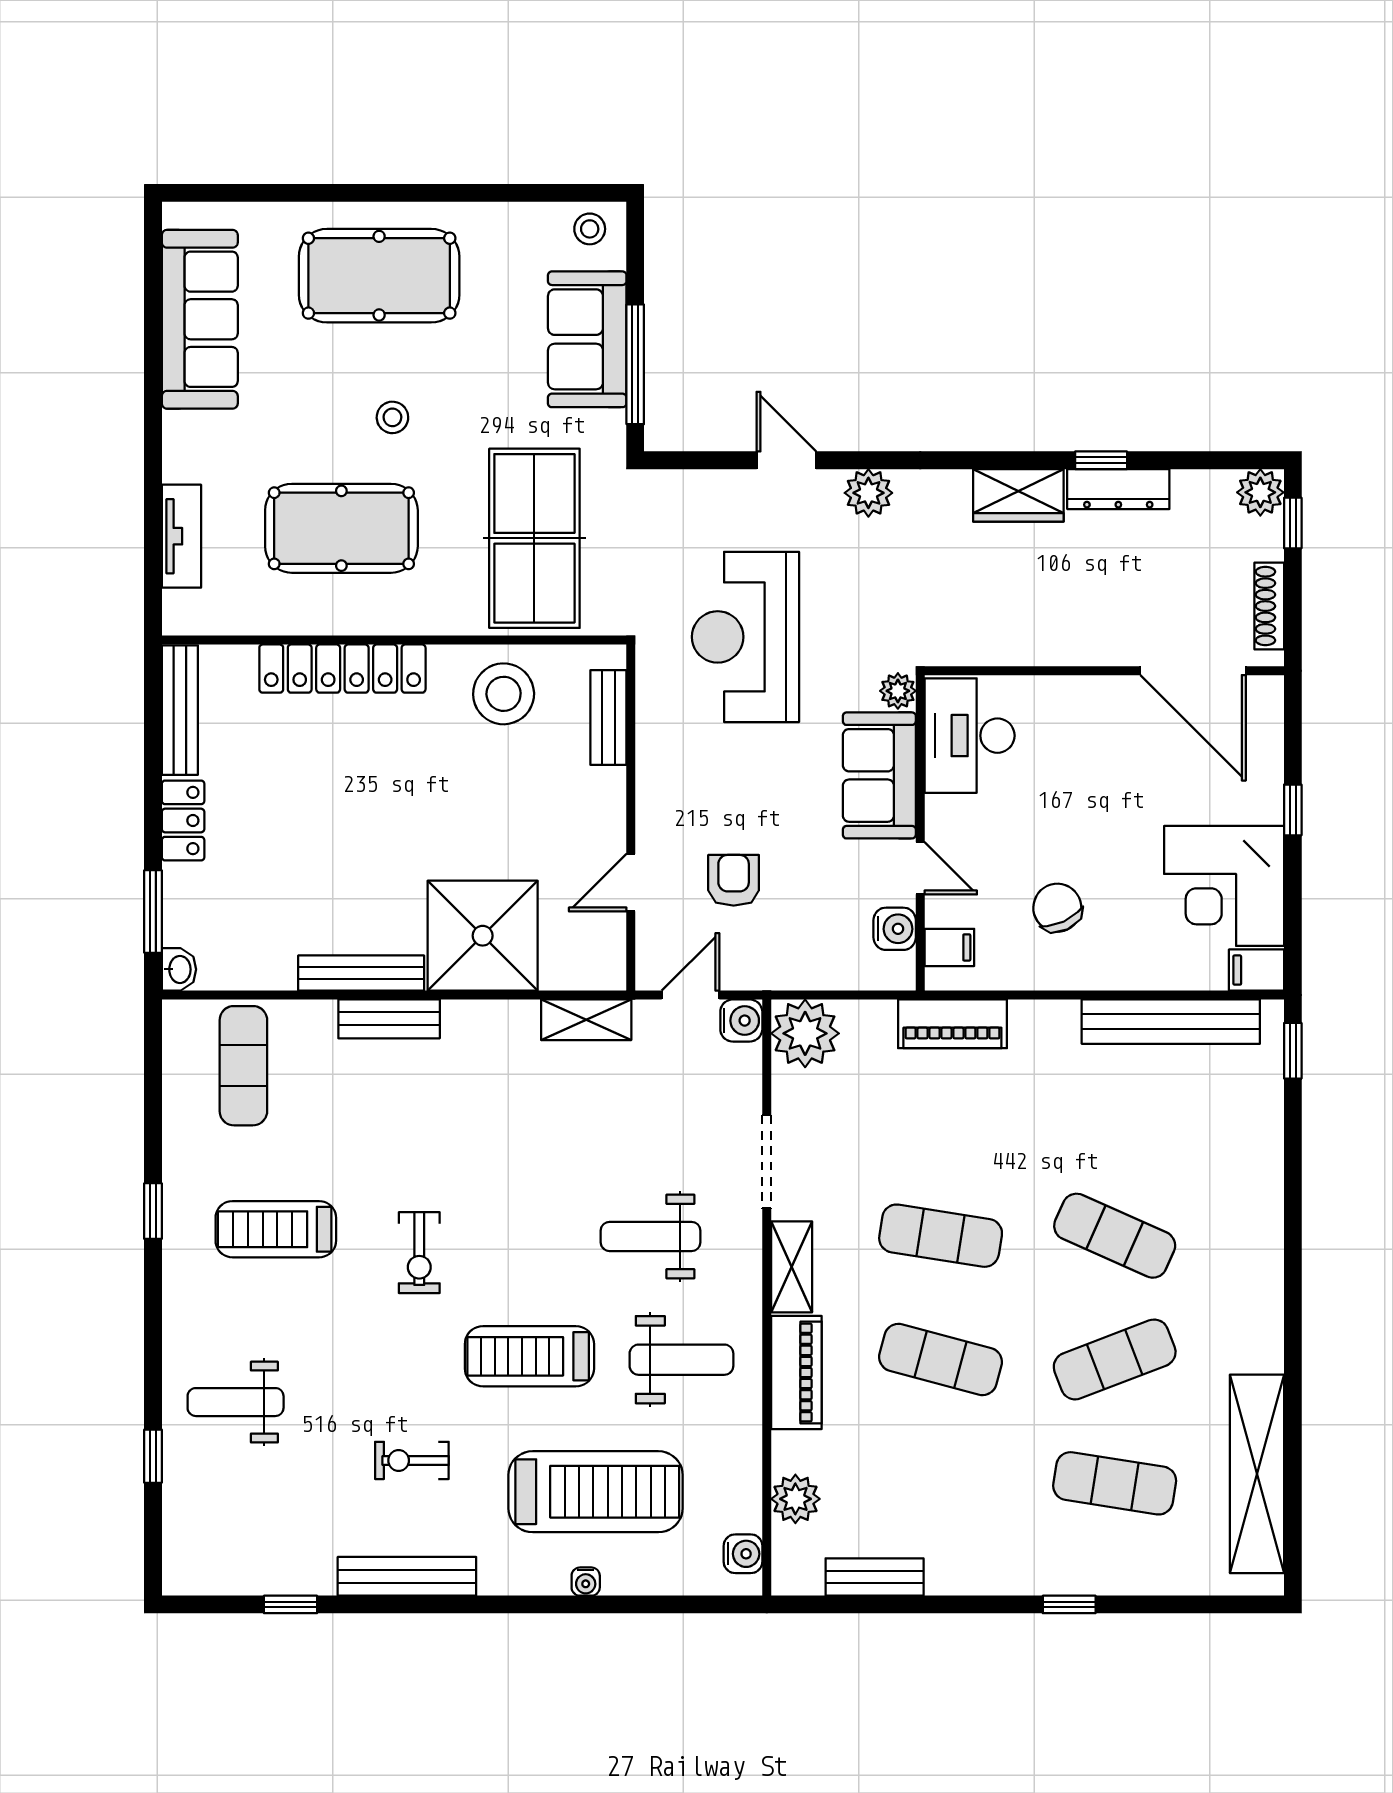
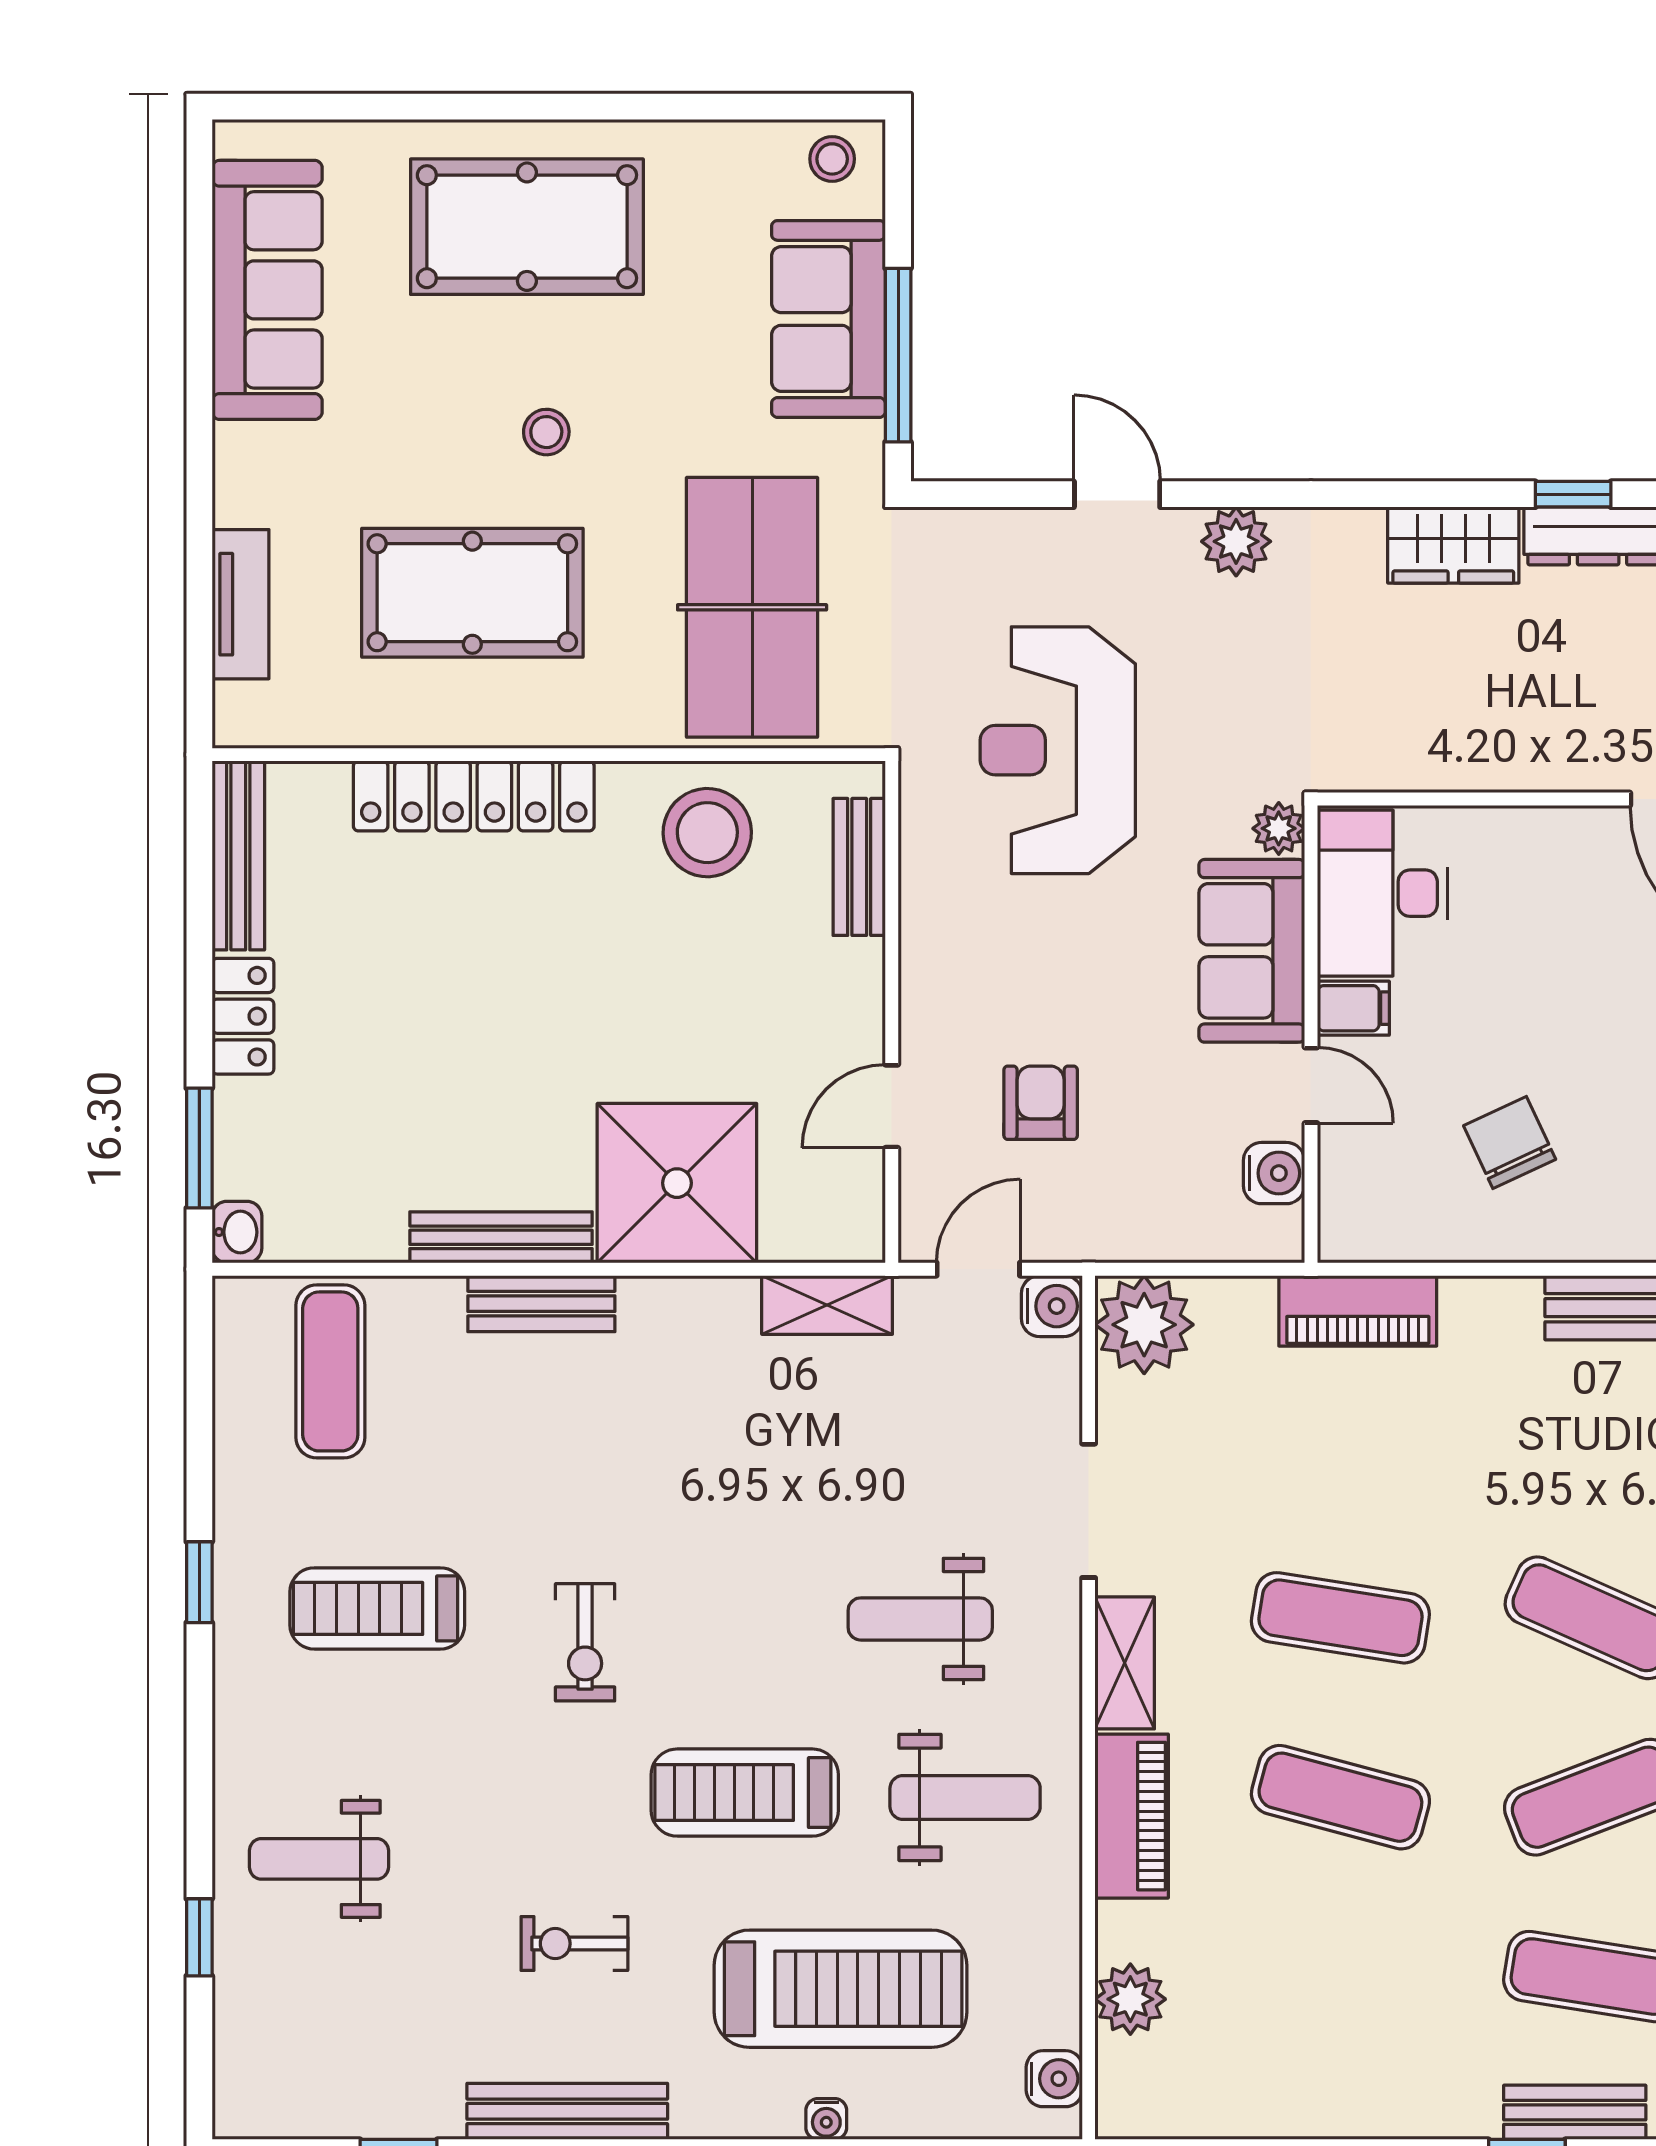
filing cabinet: (949, 947) -> (1353, 1008), moved
bench: (875, 1577) -> (1575, 2112), moved

